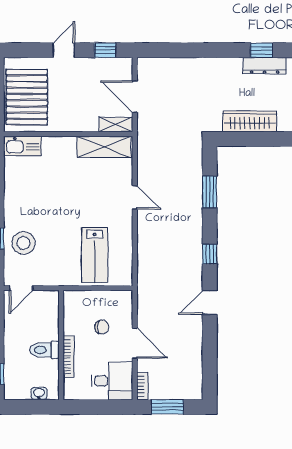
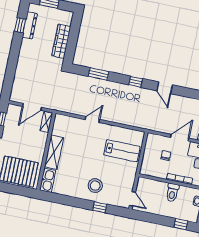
shelving: (104, 147) -> (54, 152), moved
stool: (23, 243) -> (95, 186), moved

